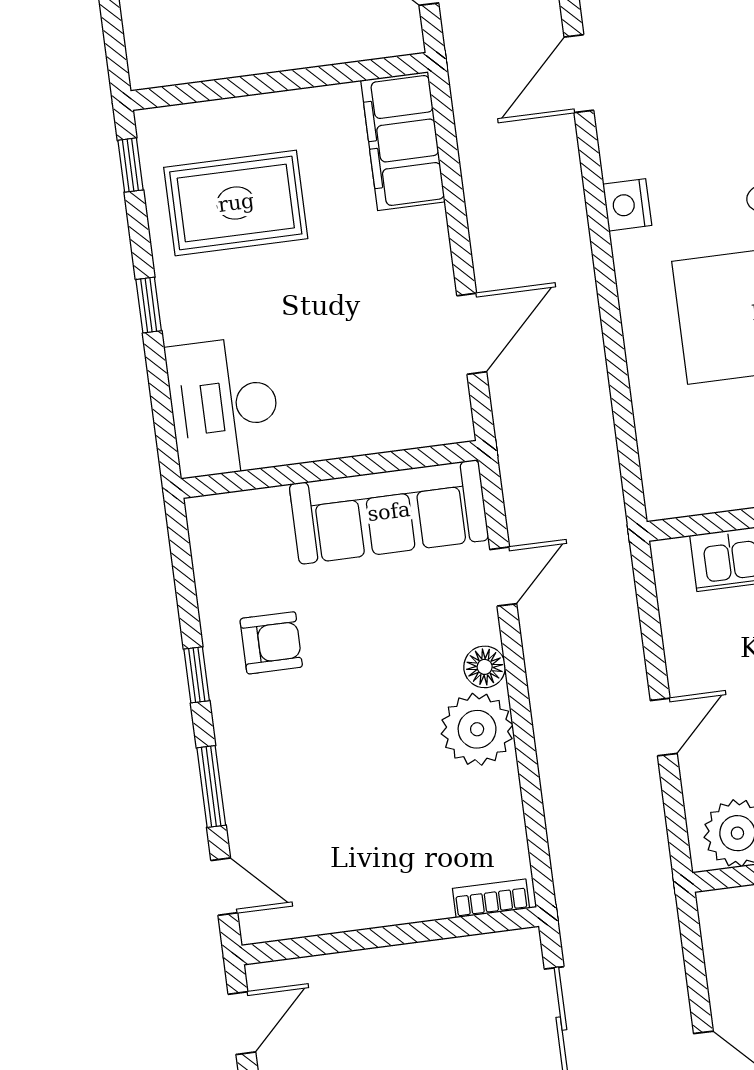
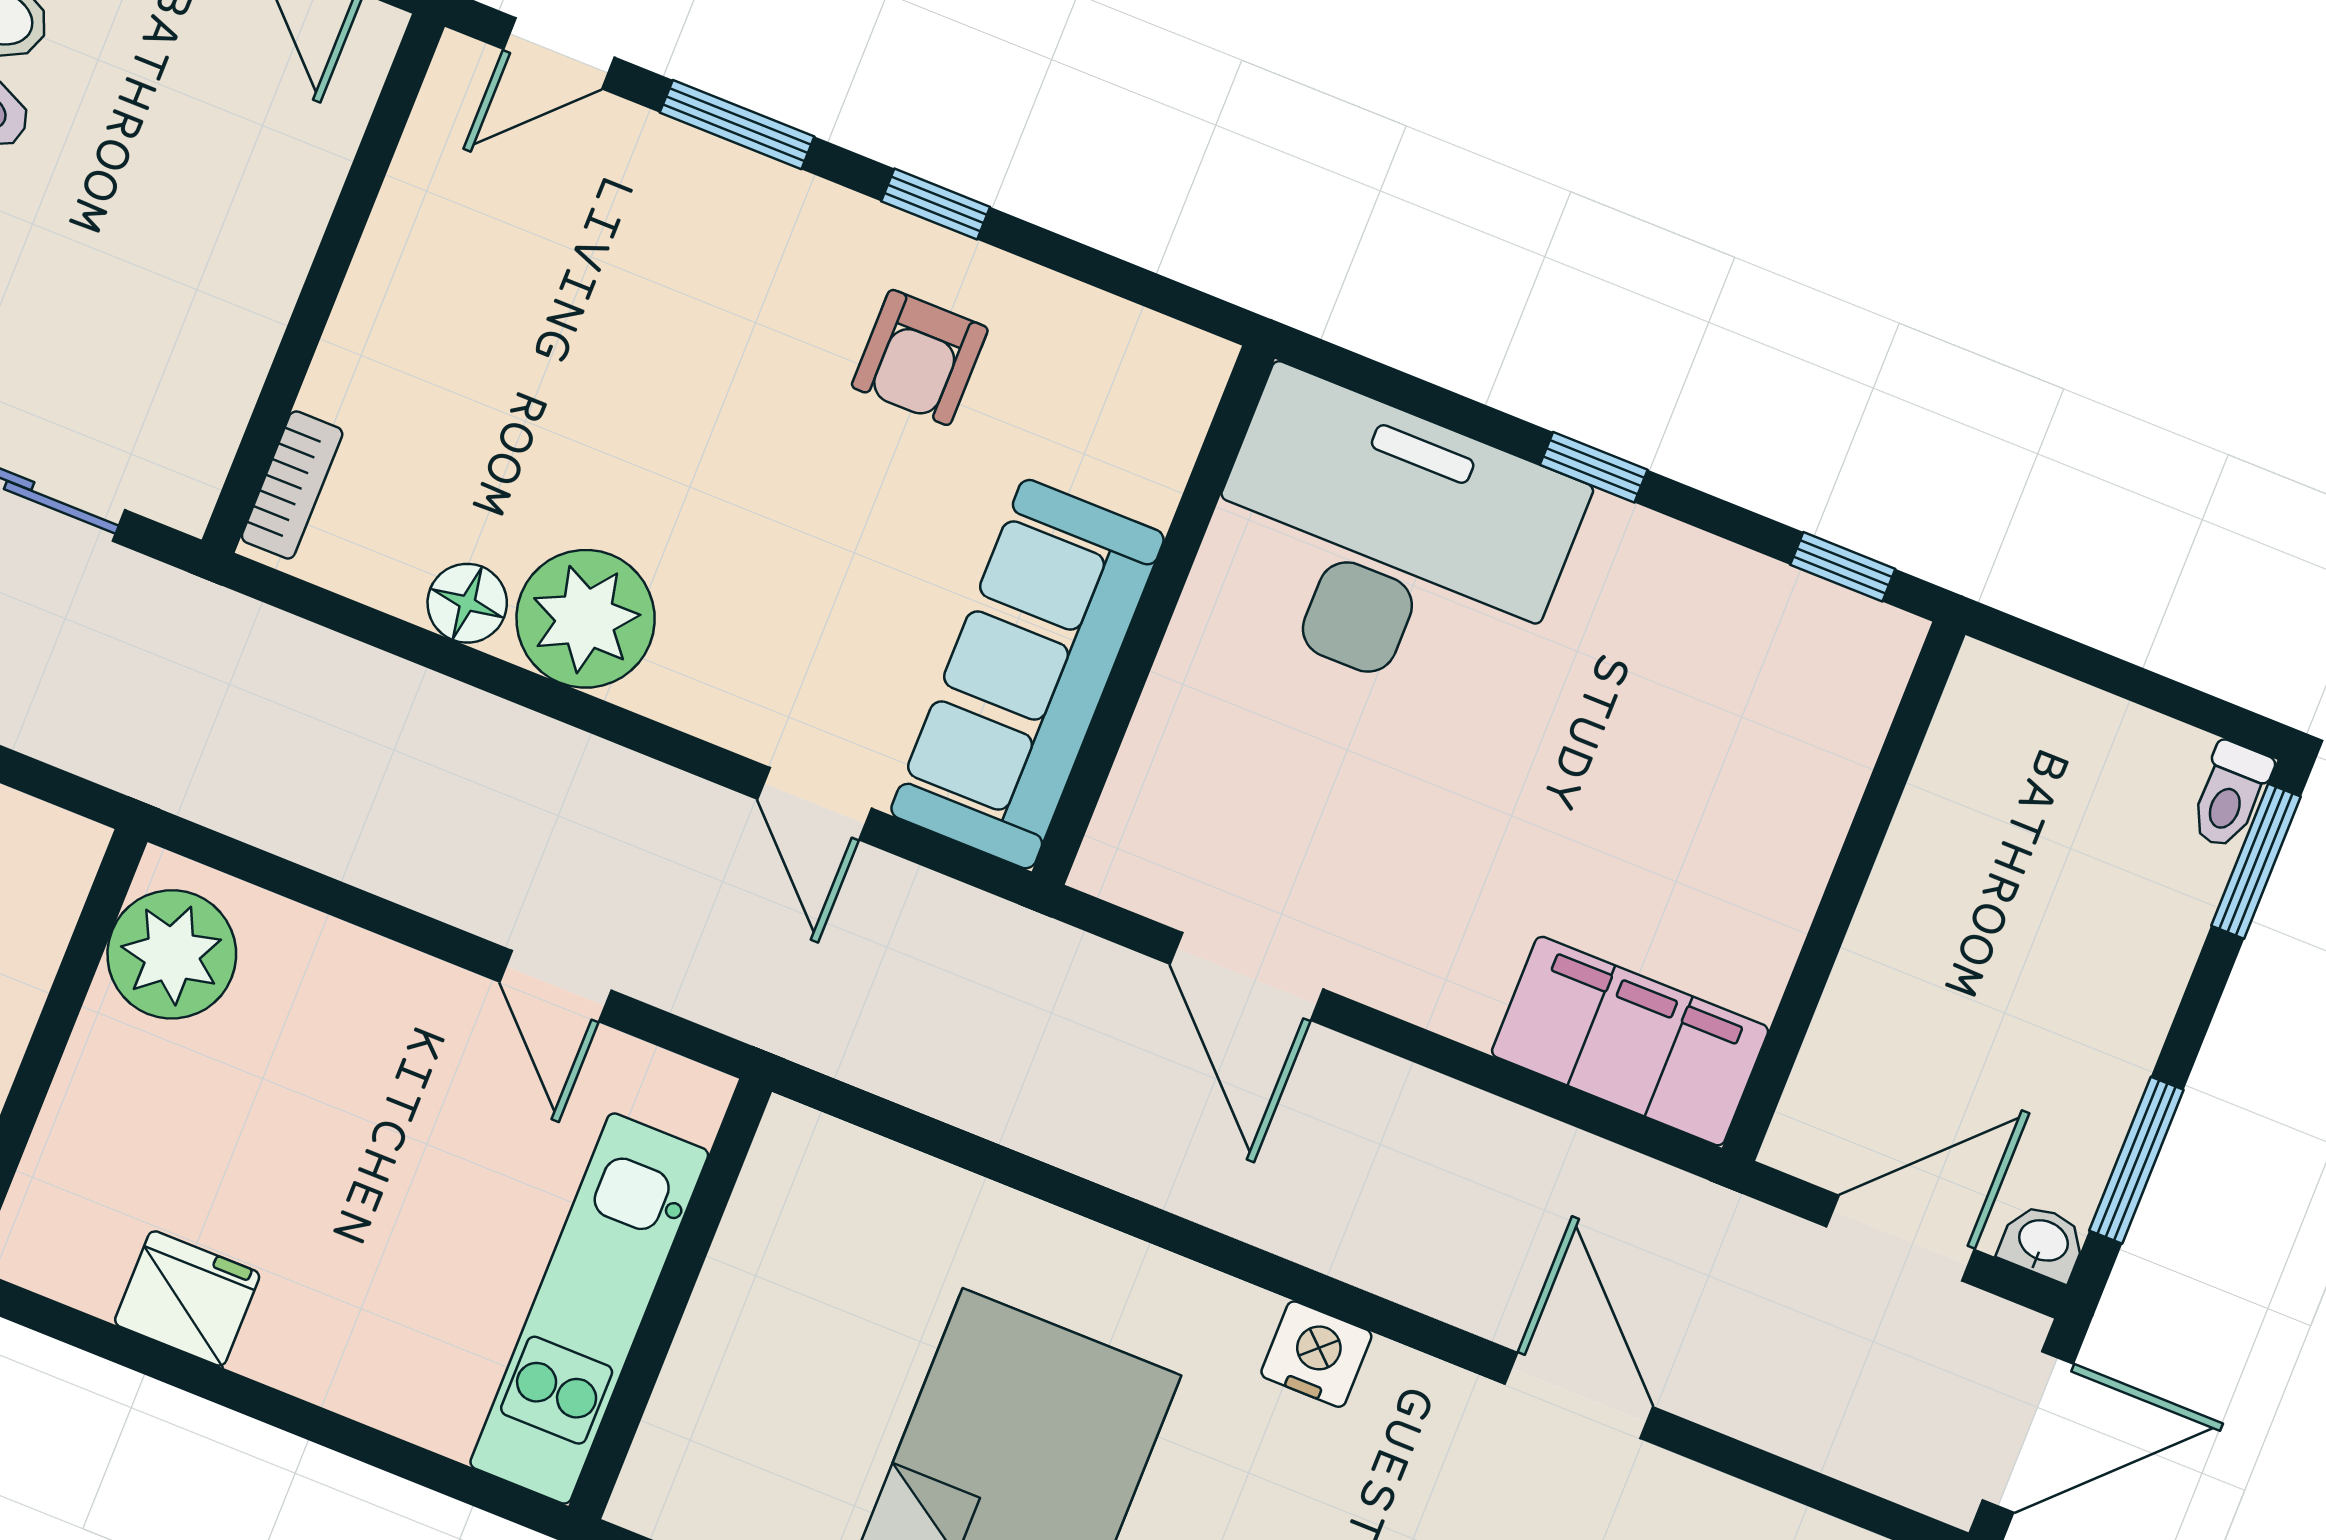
rug: (236, 203) -> (1682, 706), removed
desk: (224, 407) -> (1387, 543), width x1.36, depth x1.30
floor lamp: (485, 667) -> (467, 603), moved
door: (664, 727) -> (555, 986), moved

